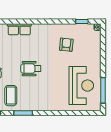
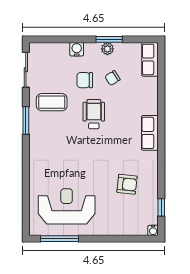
row of seats: (19, 29) -> (150, 133), moved
wheelchair: (31, 69) -> (94, 114), moved
reception desk: (81, 86) -> (67, 206), turned 180

